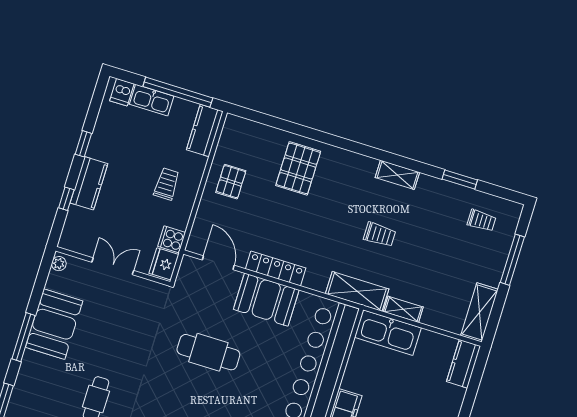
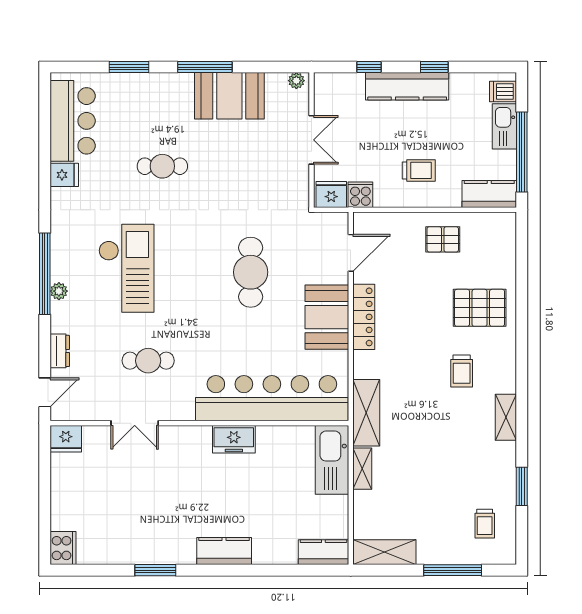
kitchen counter: (89, 183) -> (407, 86), width x1.50
trolley: (380, 235) -> (462, 371), moved

